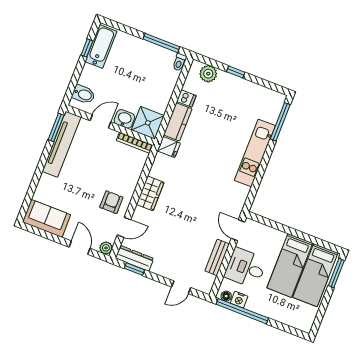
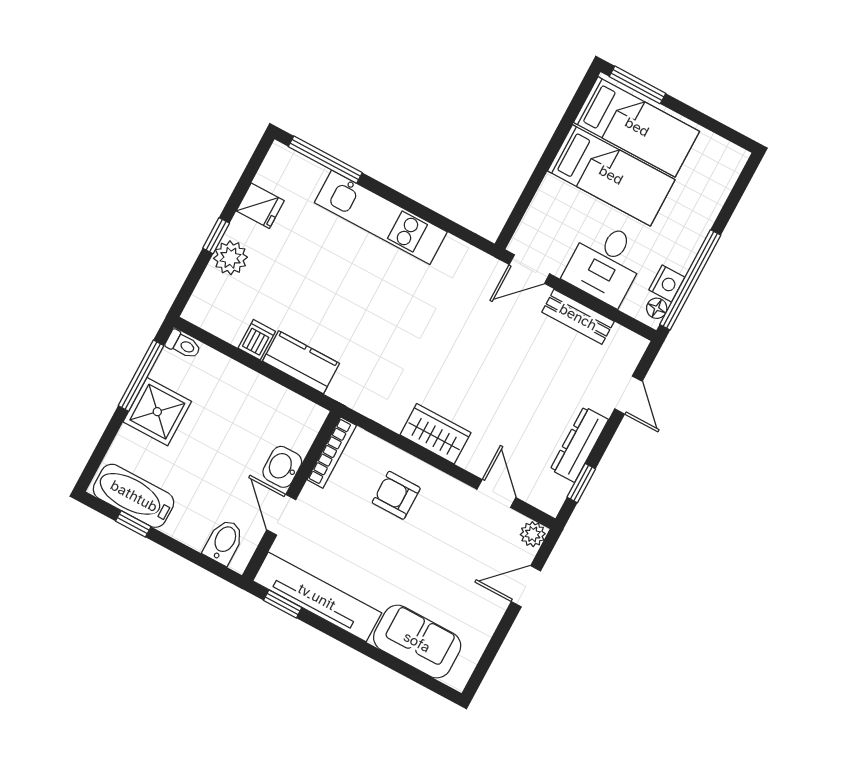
plant: (208, 74) -> (230, 258), moved
shower: (148, 123) -> (157, 412), moved
window: (56, 127) -> (283, 604), width x0.67
fridge: (169, 147) -> (260, 206), moved, turned 90
armchair: (111, 202) -> (396, 495), moved
sofa: (47, 218) -> (417, 642), moved, turned 90
dresser: (135, 258) -> (579, 444), moved

